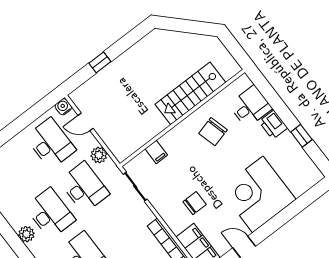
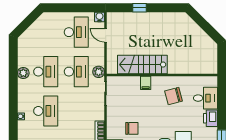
stairs: (190, 93) -> (142, 65), moved
filing cabinet: (156, 152) -> (146, 83), moved
plant: (99, 155) -> (99, 72), moved

